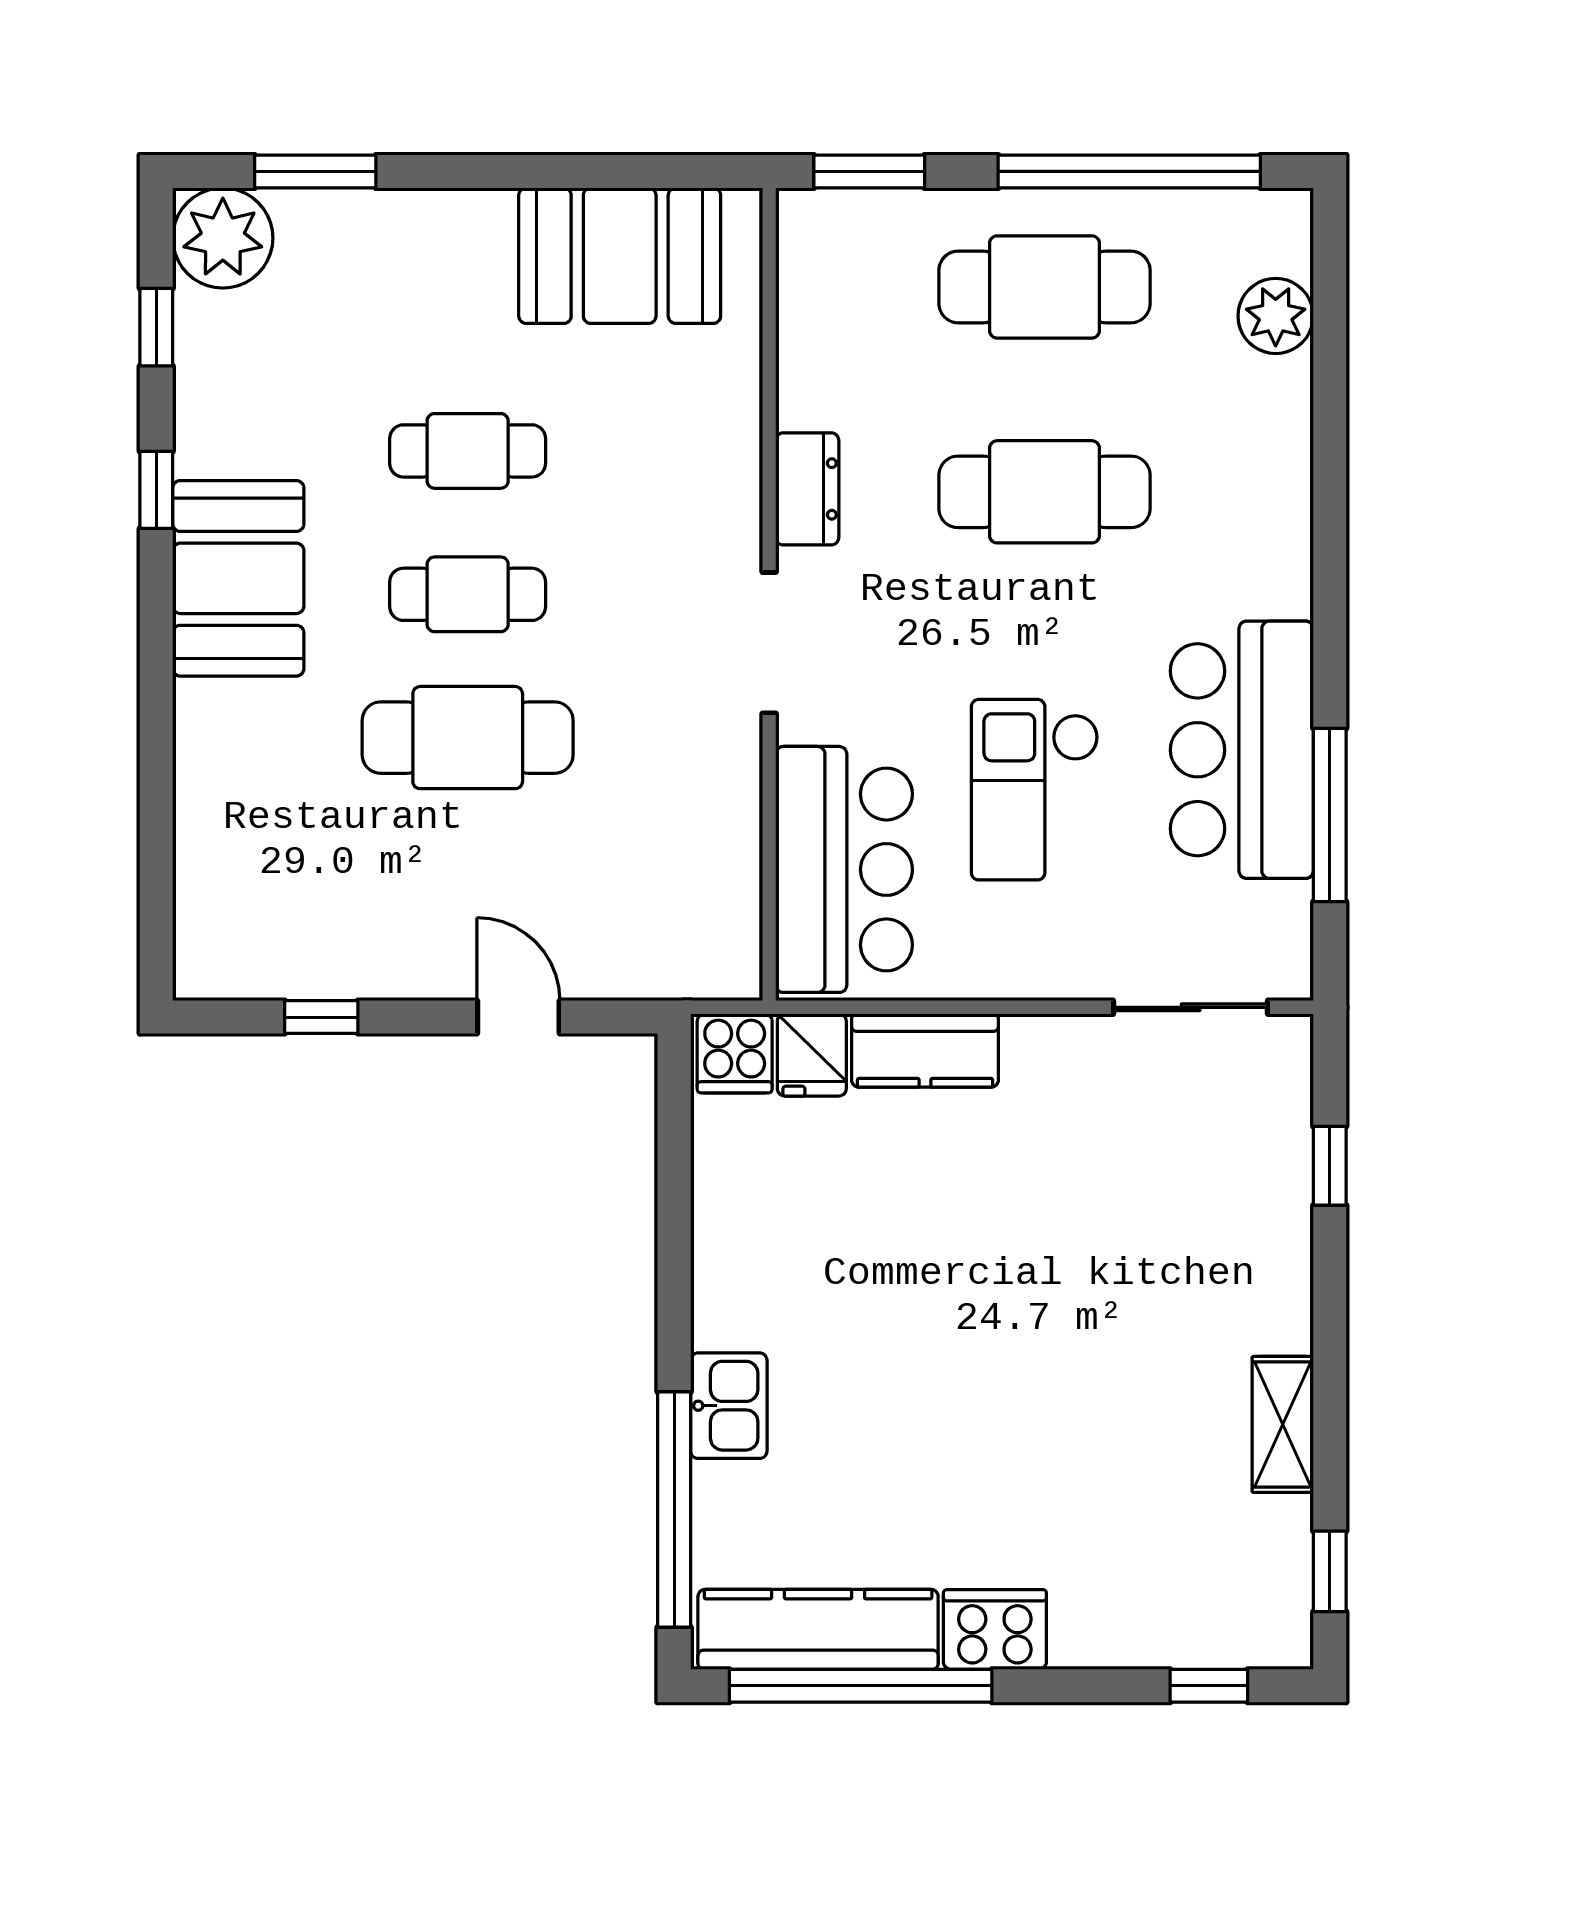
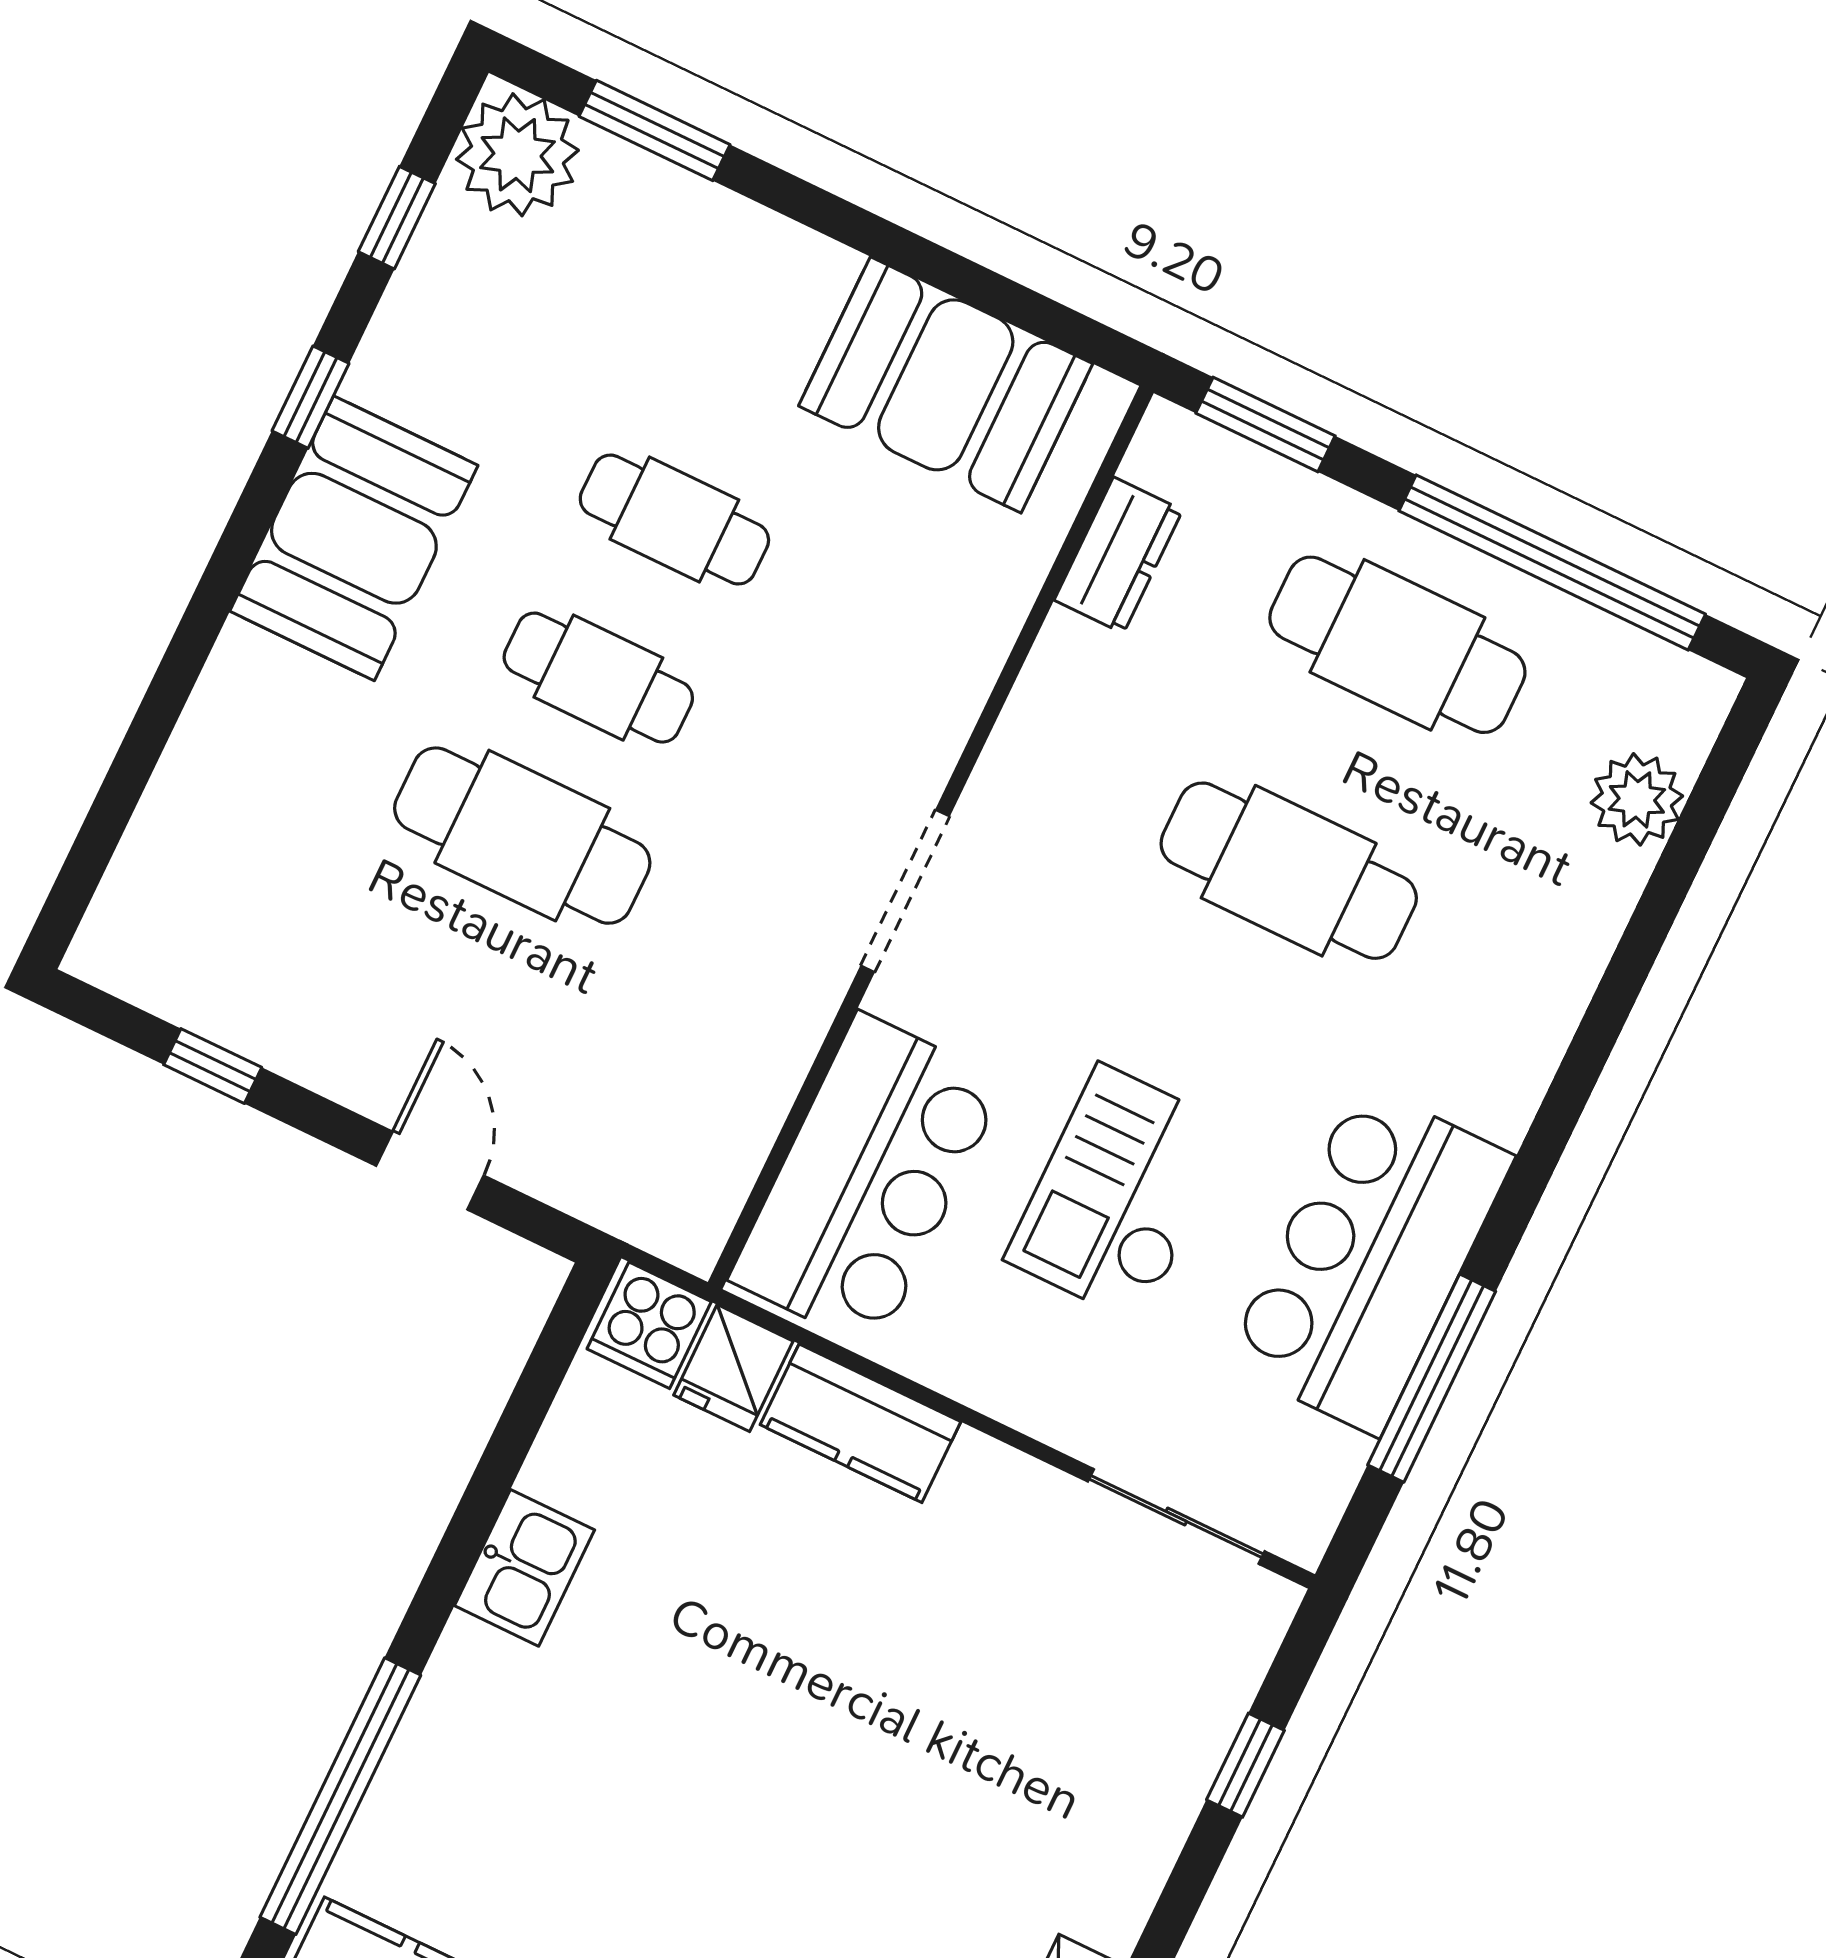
dresser: (807, 489) -> (1118, 555), moved
kitchen sink: (729, 1406) -> (524, 1568), moved

